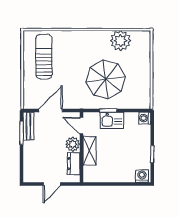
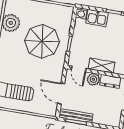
kitchen sink: (112, 121) -> (97, 18), moved, turned 90
bench: (28, 126) -> (76, 116), width x1.36
door: (81, 126) -> (79, 69), hinge flipped

